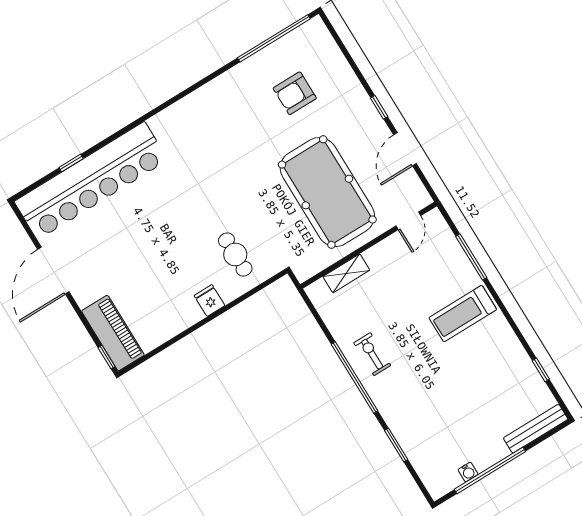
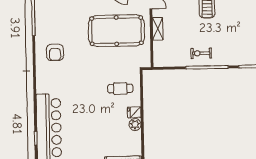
armchair: (295, 93) -> (55, 52), moved
shelving: (346, 273) -> (158, 29), moved
plant: (190, 314) -> (135, 125), added

